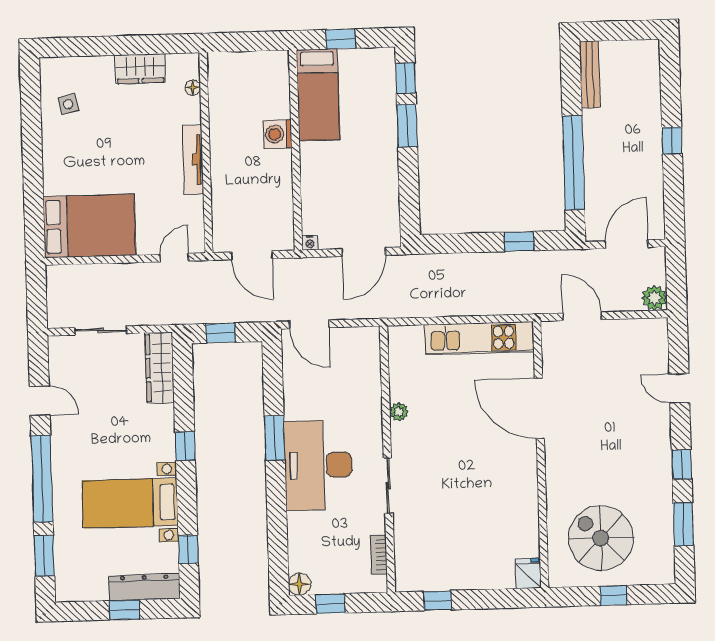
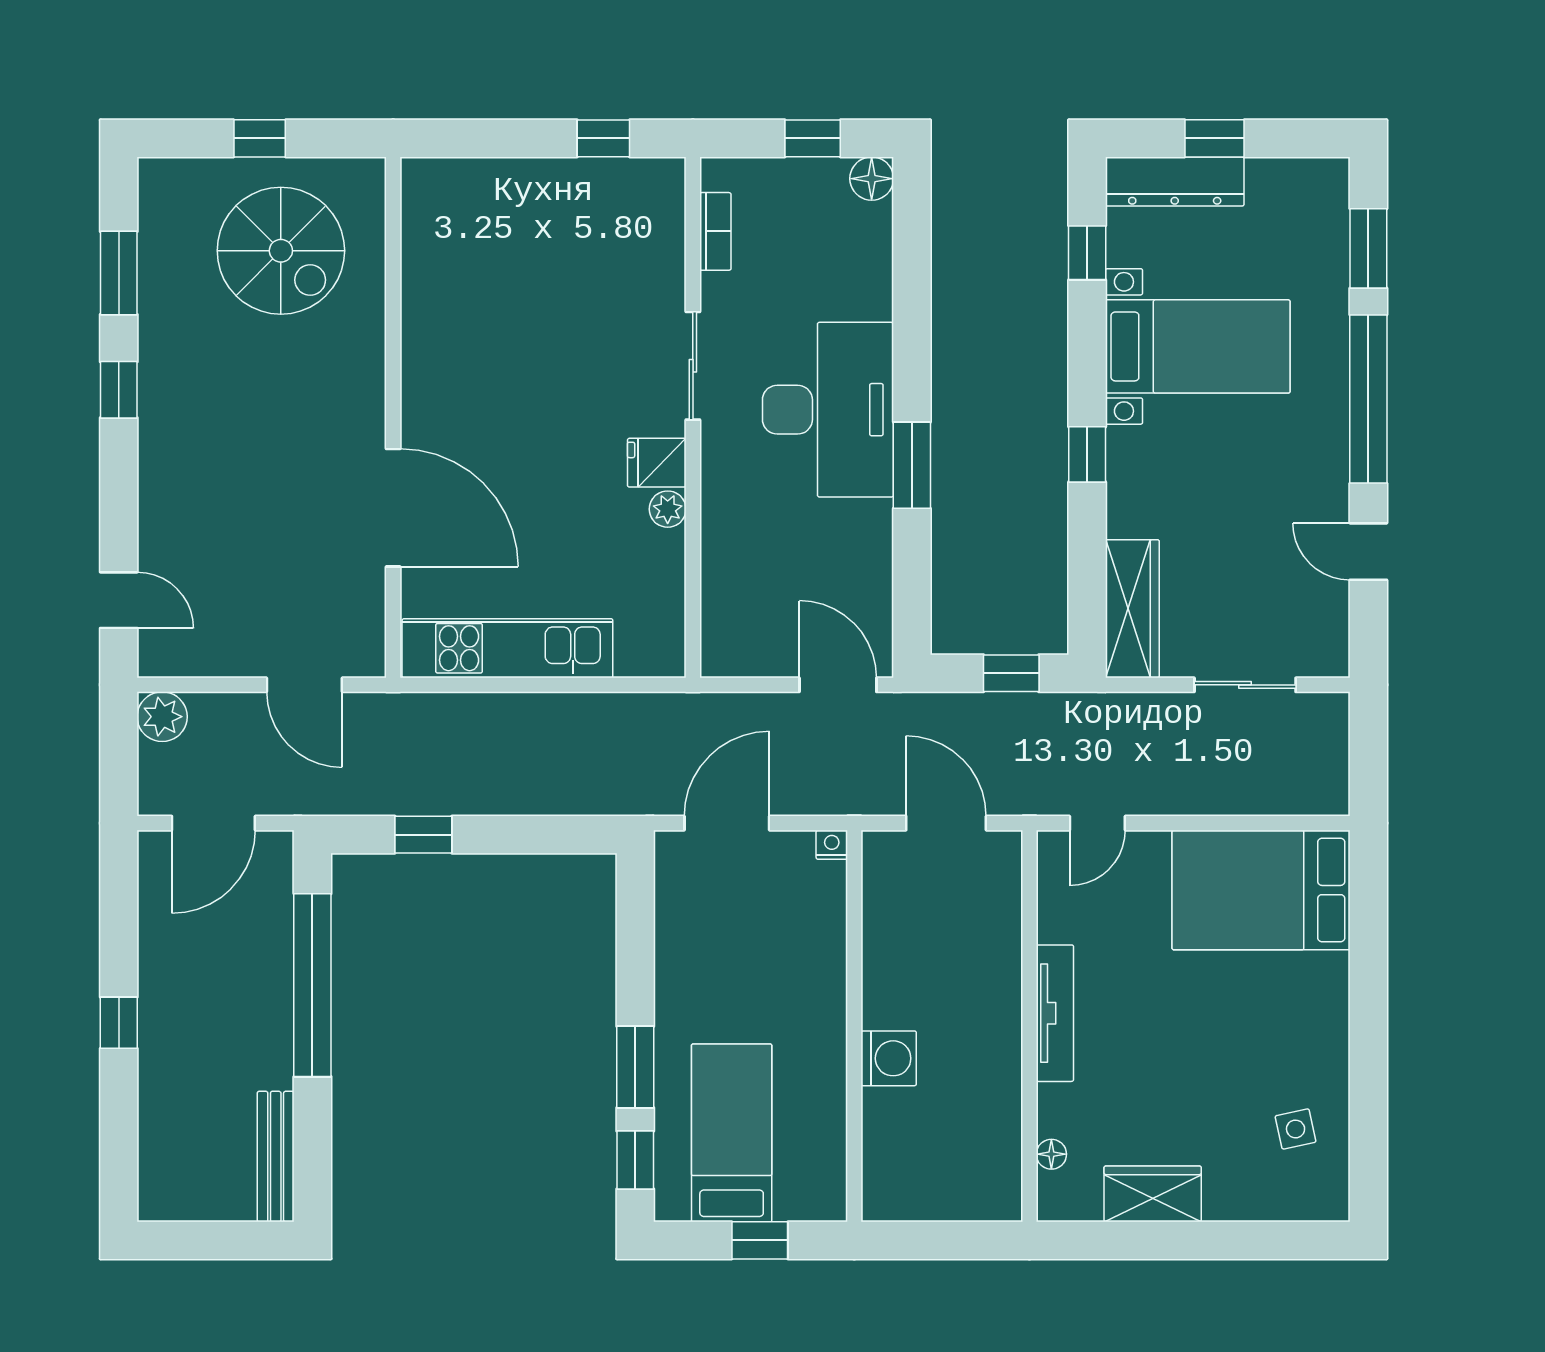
bed: (318, 95) -> (732, 1133), moved
door: (679, 388) -> (119, 600), moved
fridge: (528, 573) -> (657, 463), moved, turned 90

